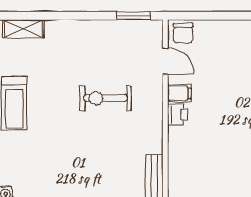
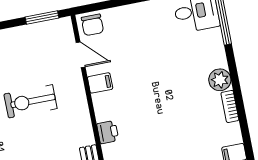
printer: (177, 114) -> (108, 132), moved

